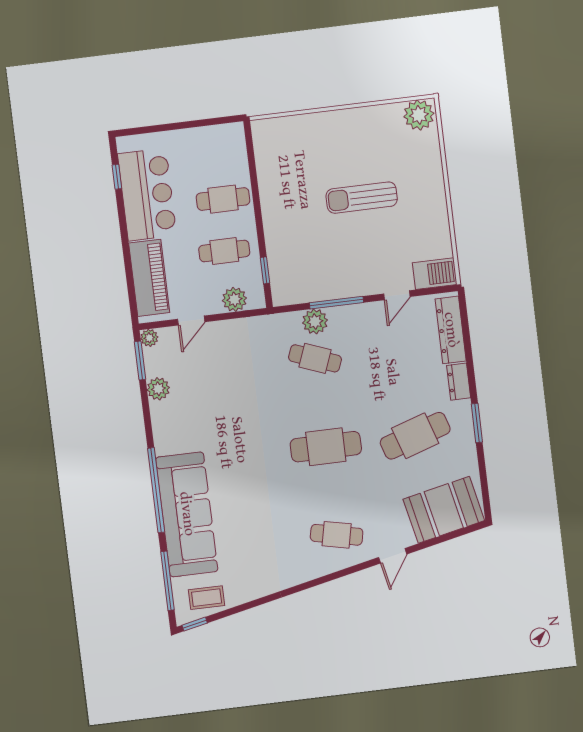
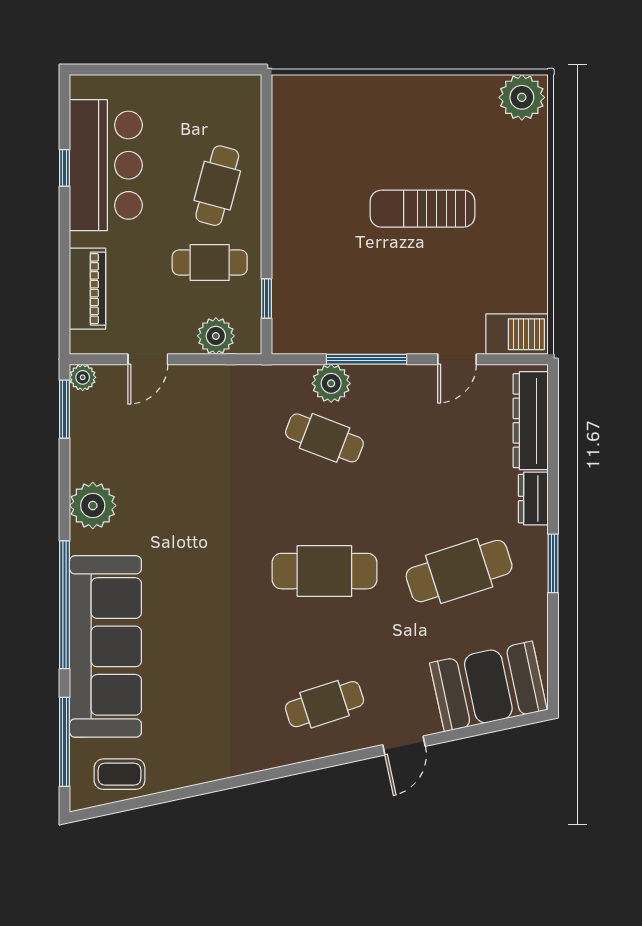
window: (117, 177) -> (65, 168), moved
cafe table: (223, 199) -> (217, 186), turned -75
piano: (149, 278) -> (88, 289), width x0.73, depth x0.75
plant: (158, 389) -> (93, 506), moved, width x1.36, depth x1.36
cafe table: (337, 535) -> (324, 704), turned -30
window: (195, 624) -> (97, 811), removed

